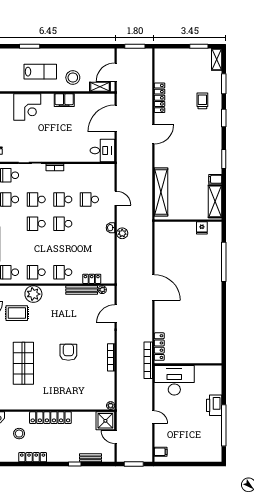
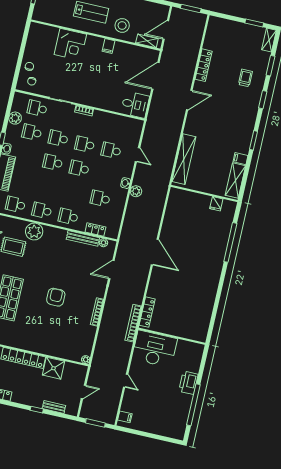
filing cabinet: (64, 100) -> (108, 46), width x0.50
school desk: (89, 248) -> (100, 198), added
shower: (105, 421) -> (53, 368), moved
door: (116, 437) -> (84, 392), swing flipped

